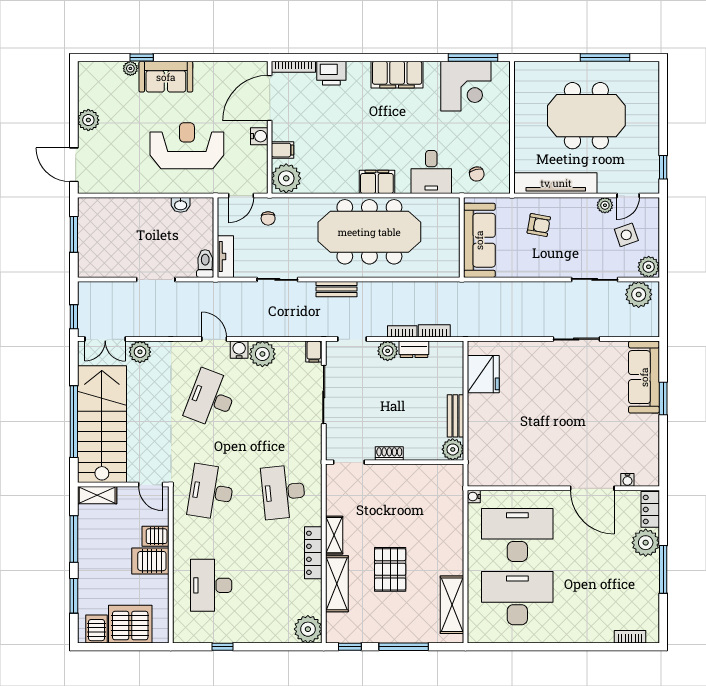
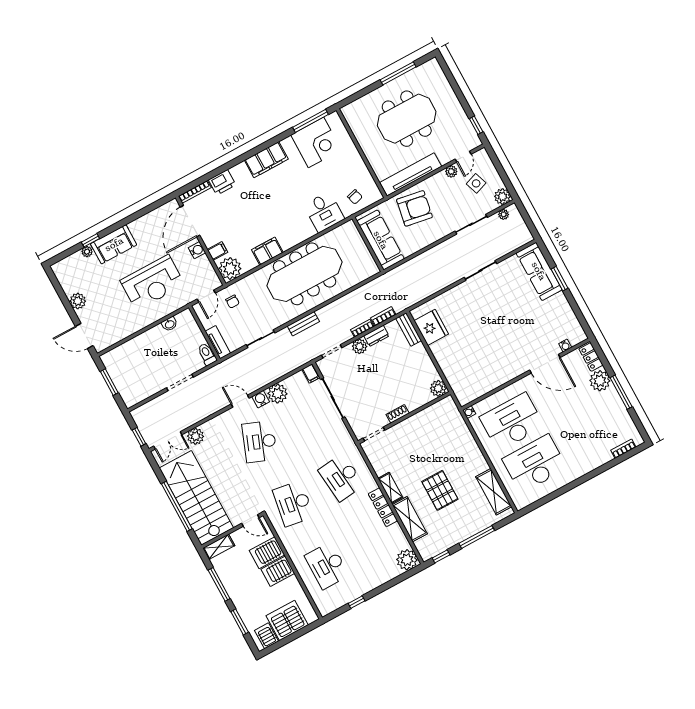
reception desk: (187, 146) -> (152, 283), turned 180
filing cabinet: (377, 182) -> (267, 251), moved
armchair: (539, 225) -> (414, 208), width x1.88, depth x1.88
plant: (639, 294) -> (504, 214), width x0.53, depth x0.53
bench: (455, 416) -> (409, 329), moved
server rack: (156, 536) -> (267, 553), width x1.36, depth x1.44

